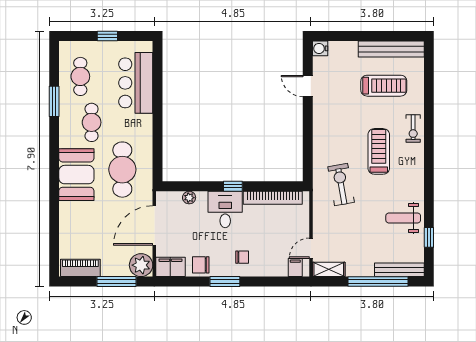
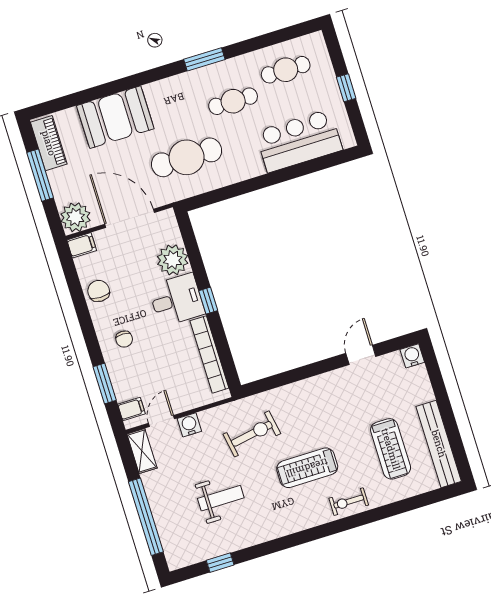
window: (54, 101) -> (204, 59), moved
treadmill: (379, 151) -> (307, 468), turned 180
booth: (76, 175) -> (115, 117), moved
plant: (189, 198) -> (173, 260), width x1.87, depth x1.87
weight bench: (403, 218) -> (221, 498), moved, turned 90
water cooler: (320, 228) -> (189, 425), added
door: (311, 248) -> (161, 421), hinge flipped
filing cabinet: (170, 267) -> (82, 245), width x0.50
bench: (399, 270) -> (169, 539), removed
window: (117, 282) -> (40, 175), moved
window: (225, 282) -> (105, 383), moved

